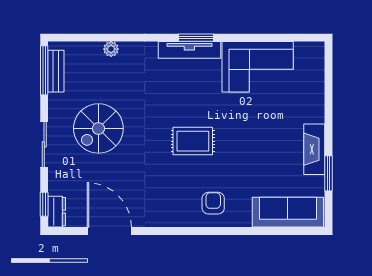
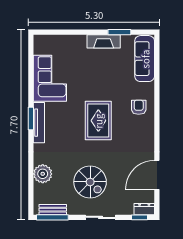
plant: (111, 49) -> (43, 174), width x1.88, depth x1.88
rug: (193, 141) -> (98, 121), width x1.36, depth x1.43
armchair: (213, 203) -> (139, 107), turned 90

